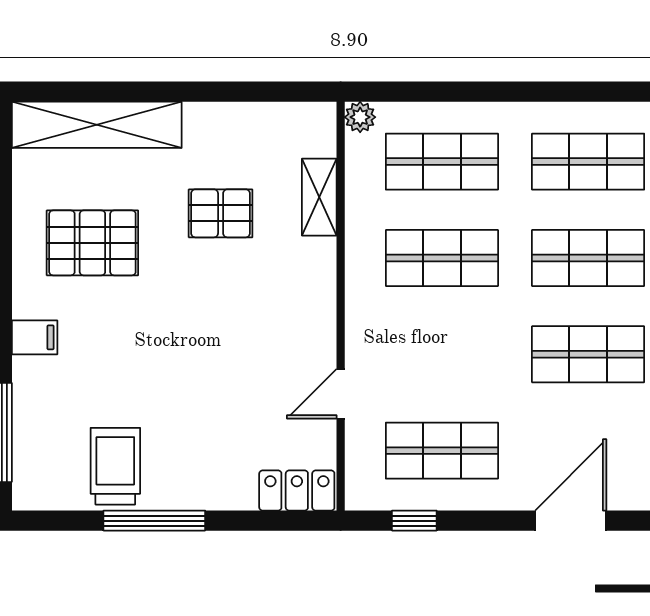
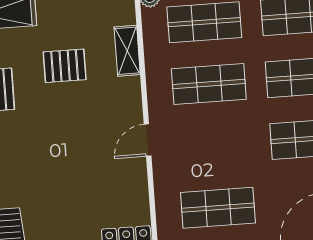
door: (341, 394) -> (148, 140), moved

